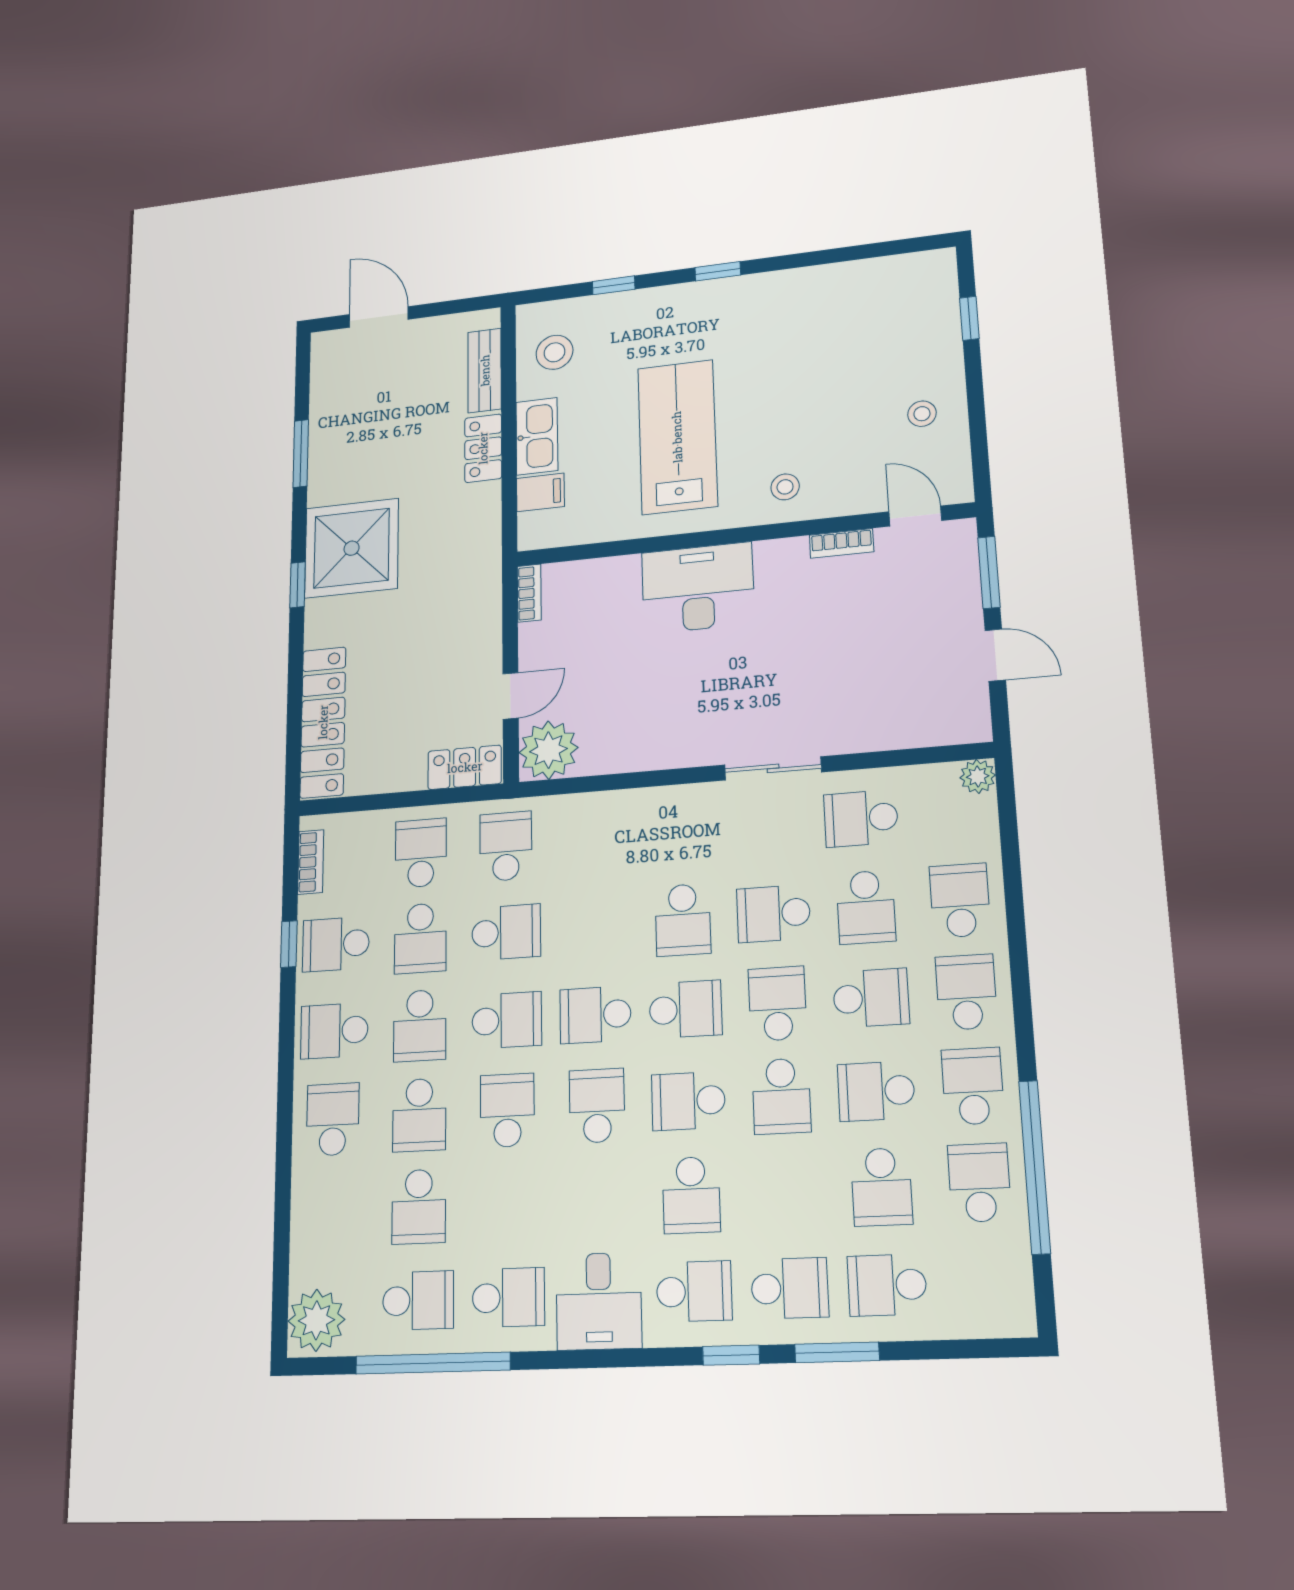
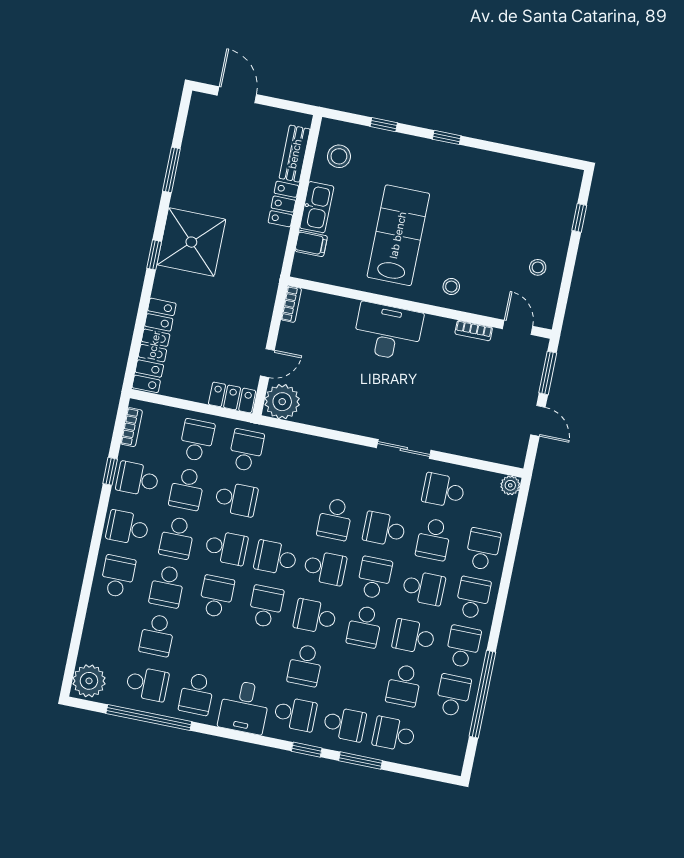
school desk: (508, 1297) -> (197, 694), turned 90

